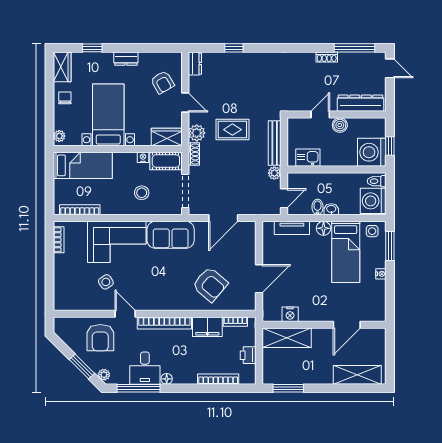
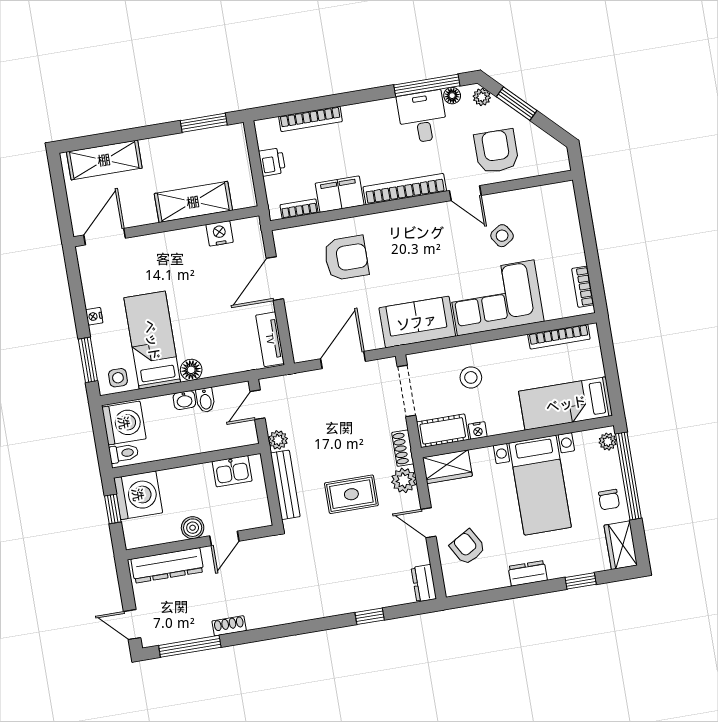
window: (50, 111) -> (628, 476), added
tv unit: (292, 228) -> (270, 339), moved, turned -90
armchair: (210, 284) -> (346, 258), turned 140
door: (347, 325) -> (105, 237), moved
shelving: (287, 338) -> (193, 202), moved
floor lamp: (167, 379) -> (452, 96), moved

